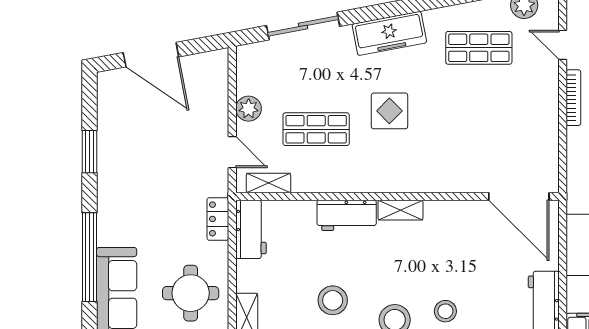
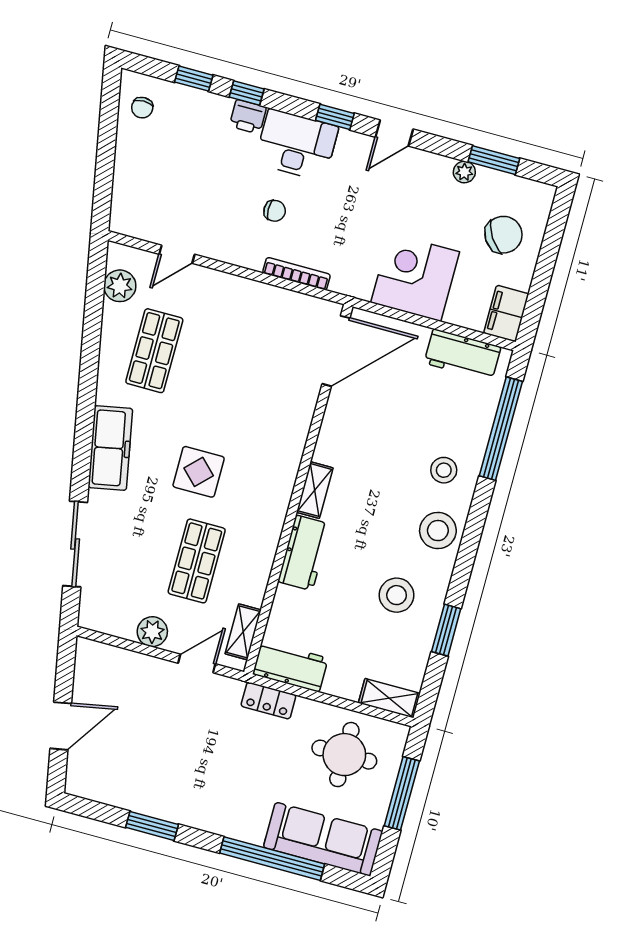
door: (151, 55) -> (61, 726), width x0.73
bookcase: (573, 98) -> (297, 274), moved

